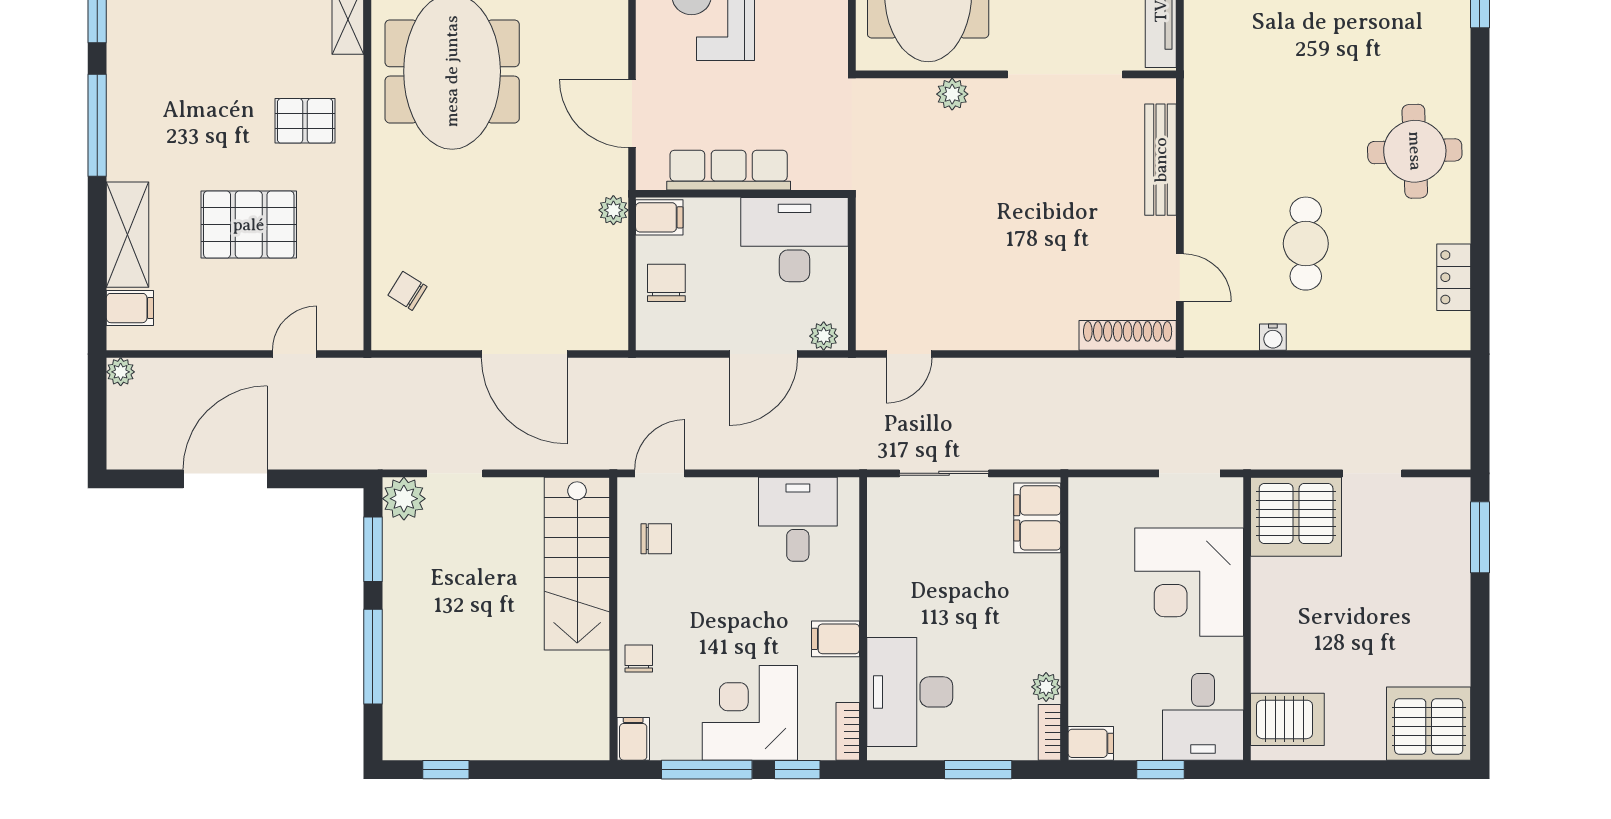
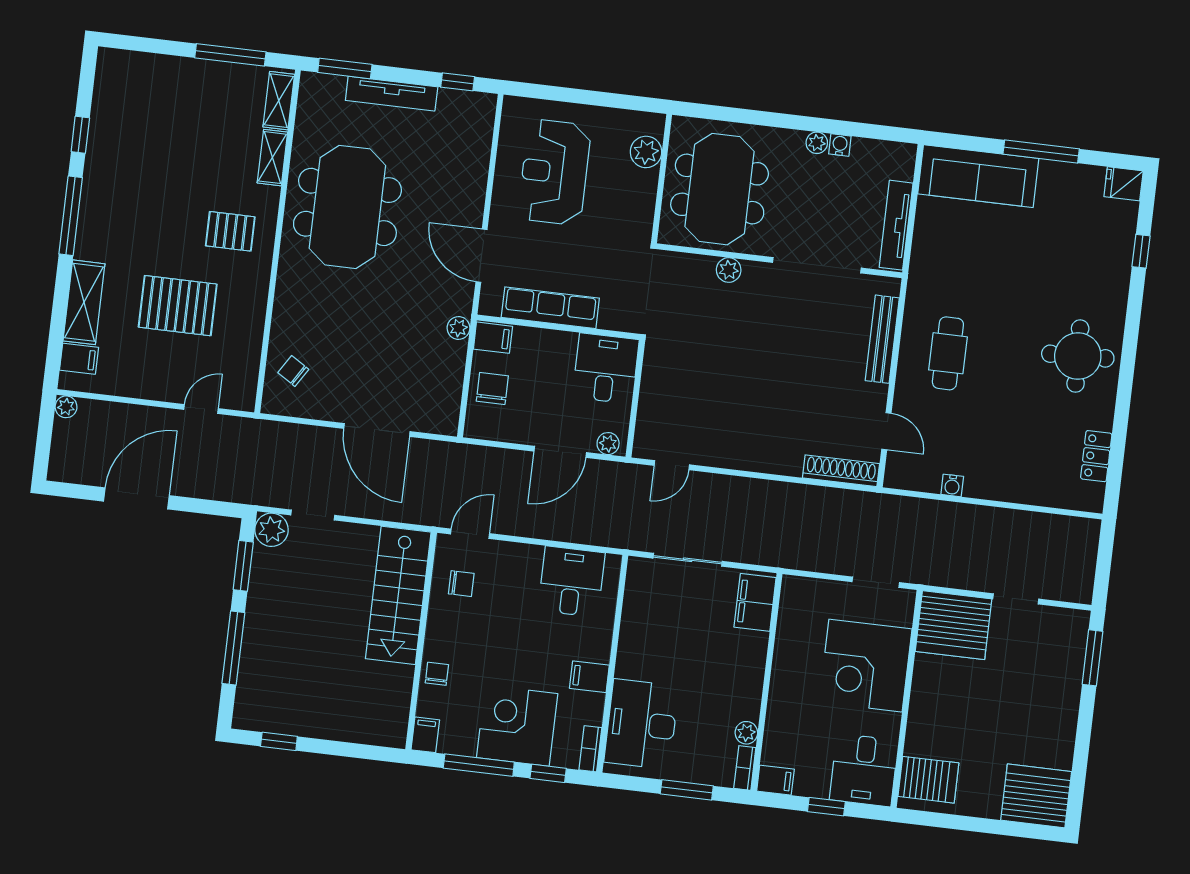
desk: (795, 240) -> (606, 368), width x0.73
cafe table: (1306, 244) -> (948, 353), moved

